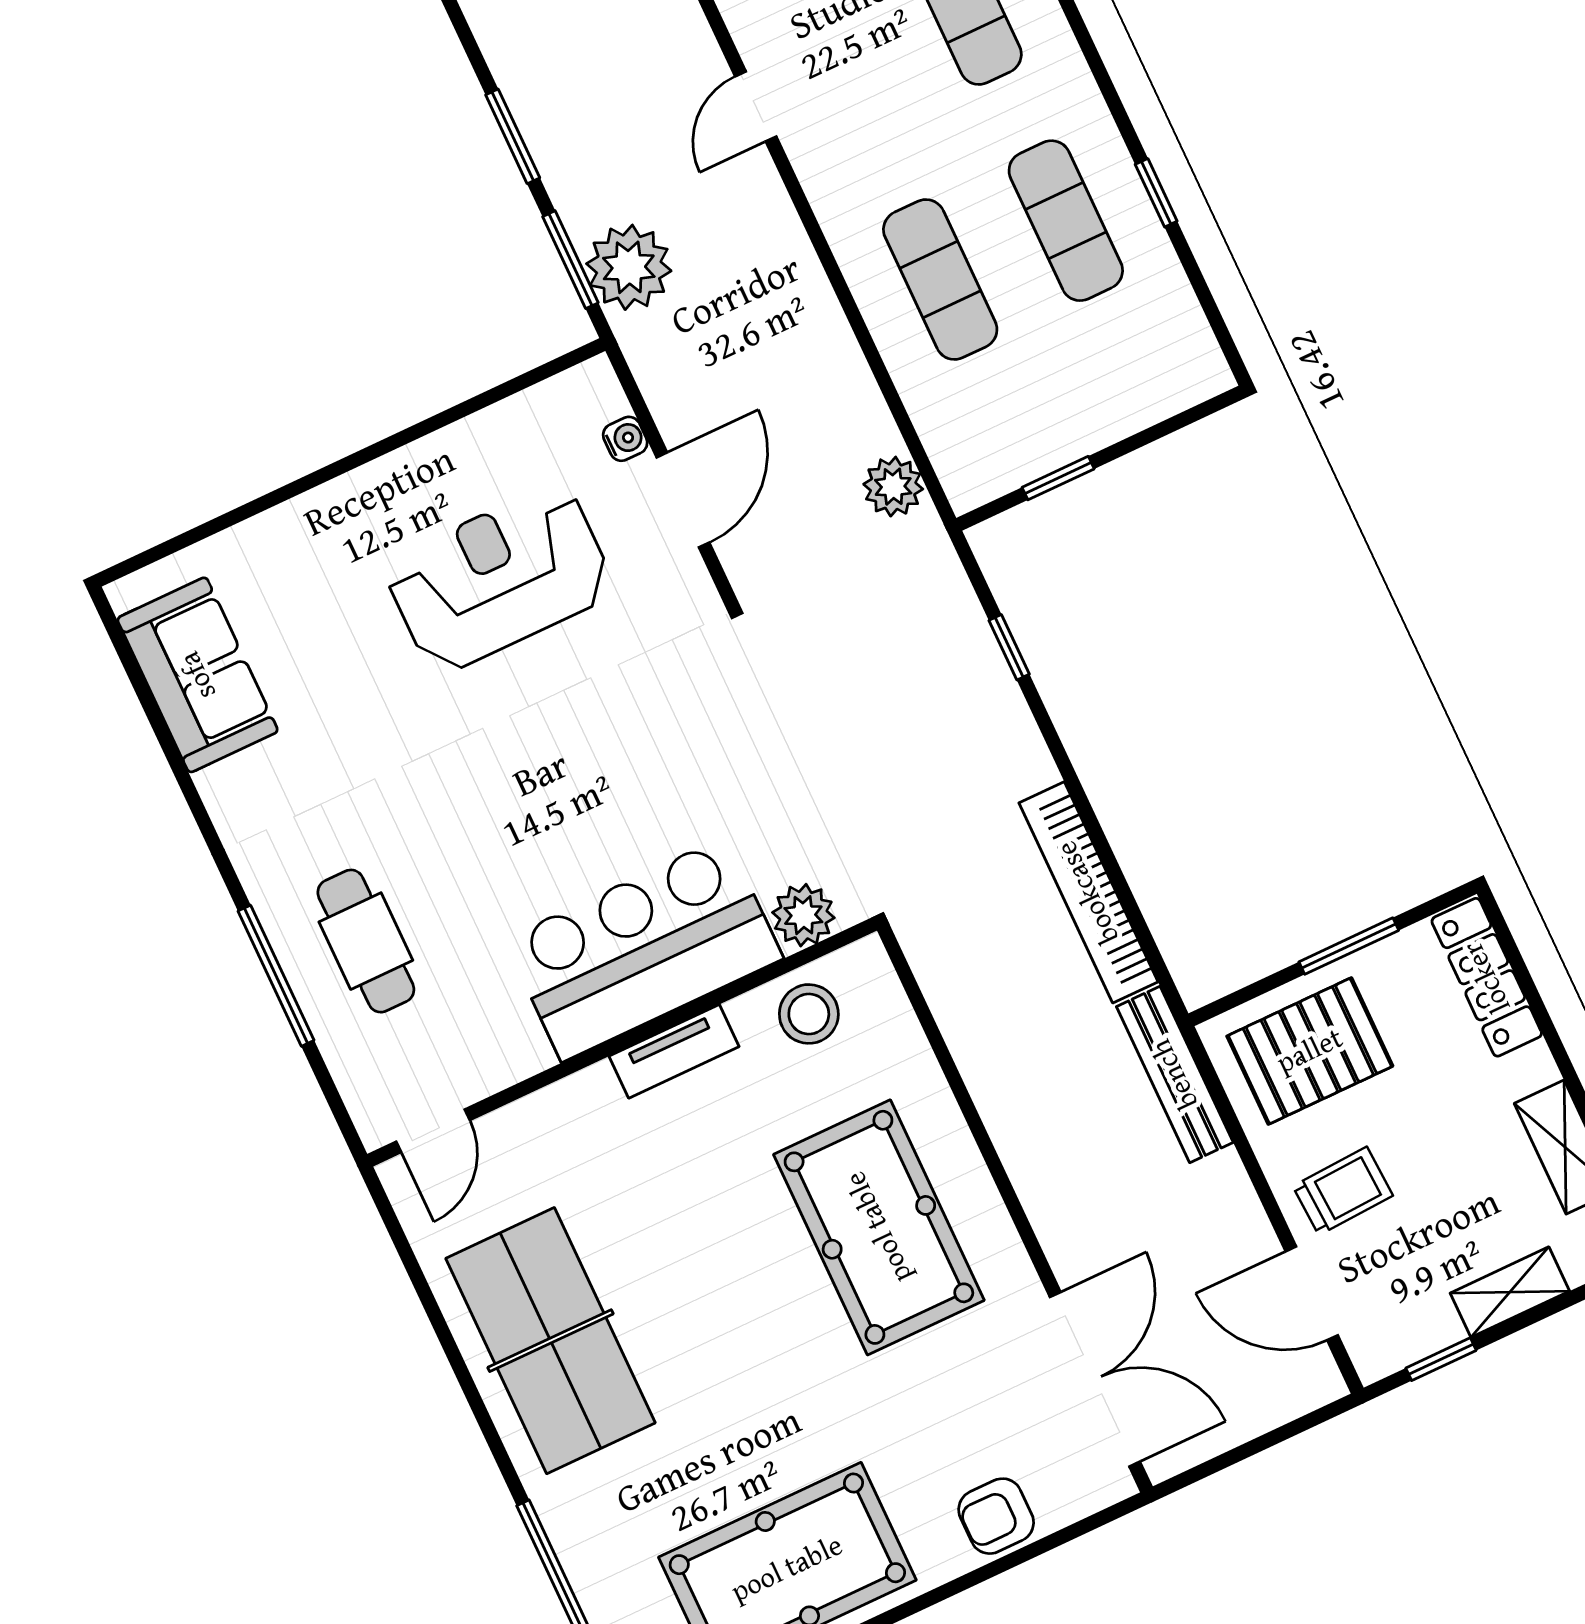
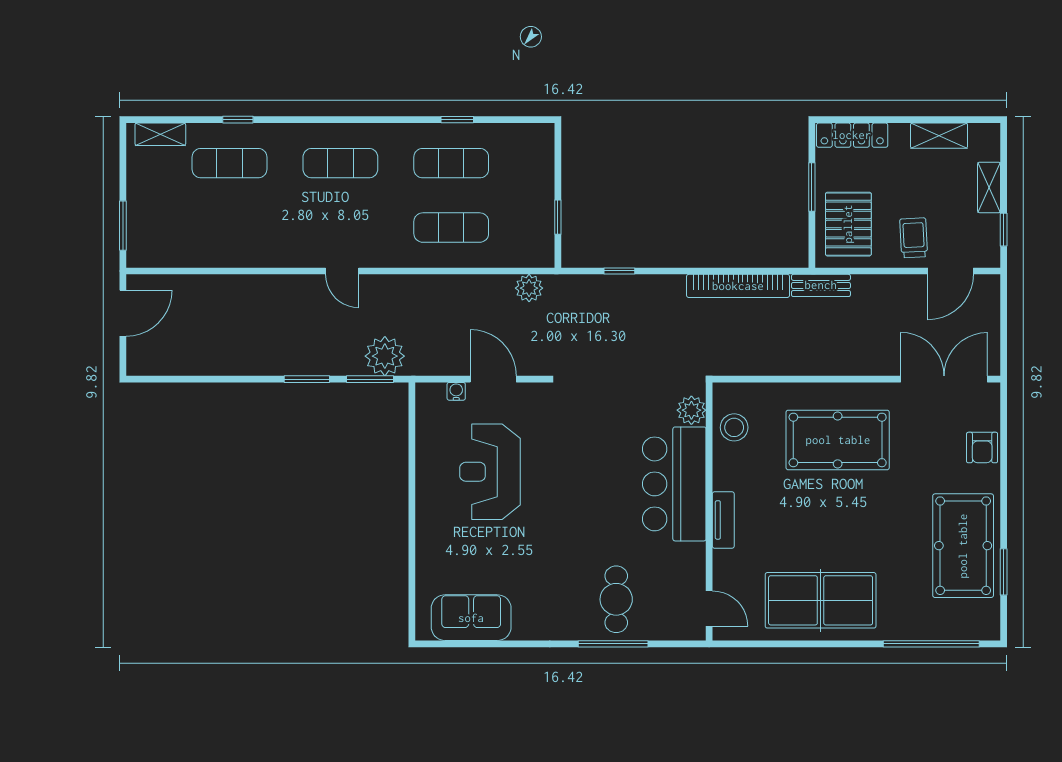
cafe table: (366, 941) -> (616, 599), turned 90
tv unit: (674, 1051) -> (723, 520), moved
bench: (1175, 1074) -> (821, 285), width x0.73

